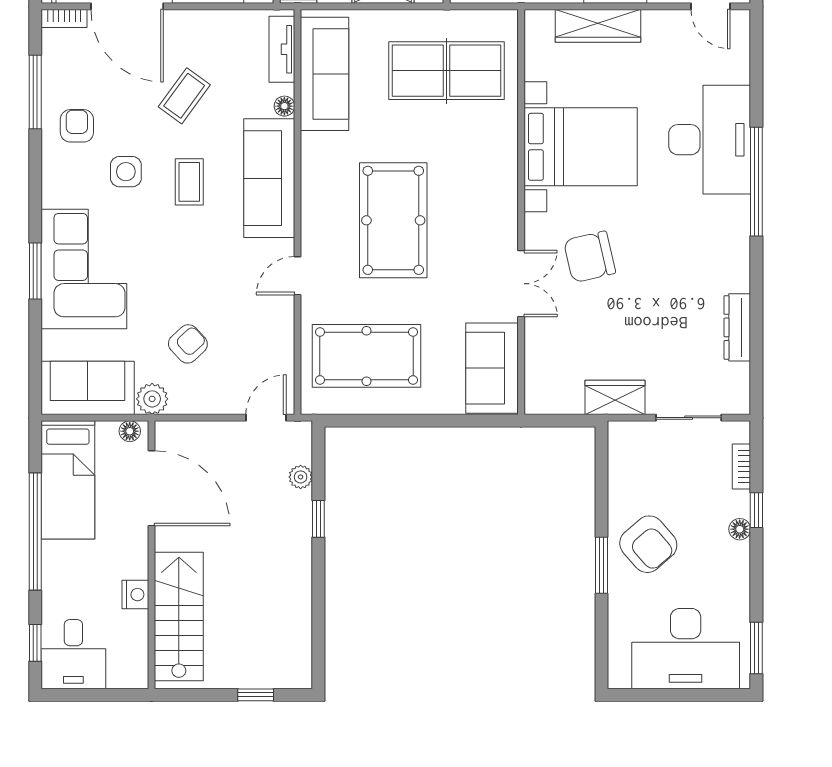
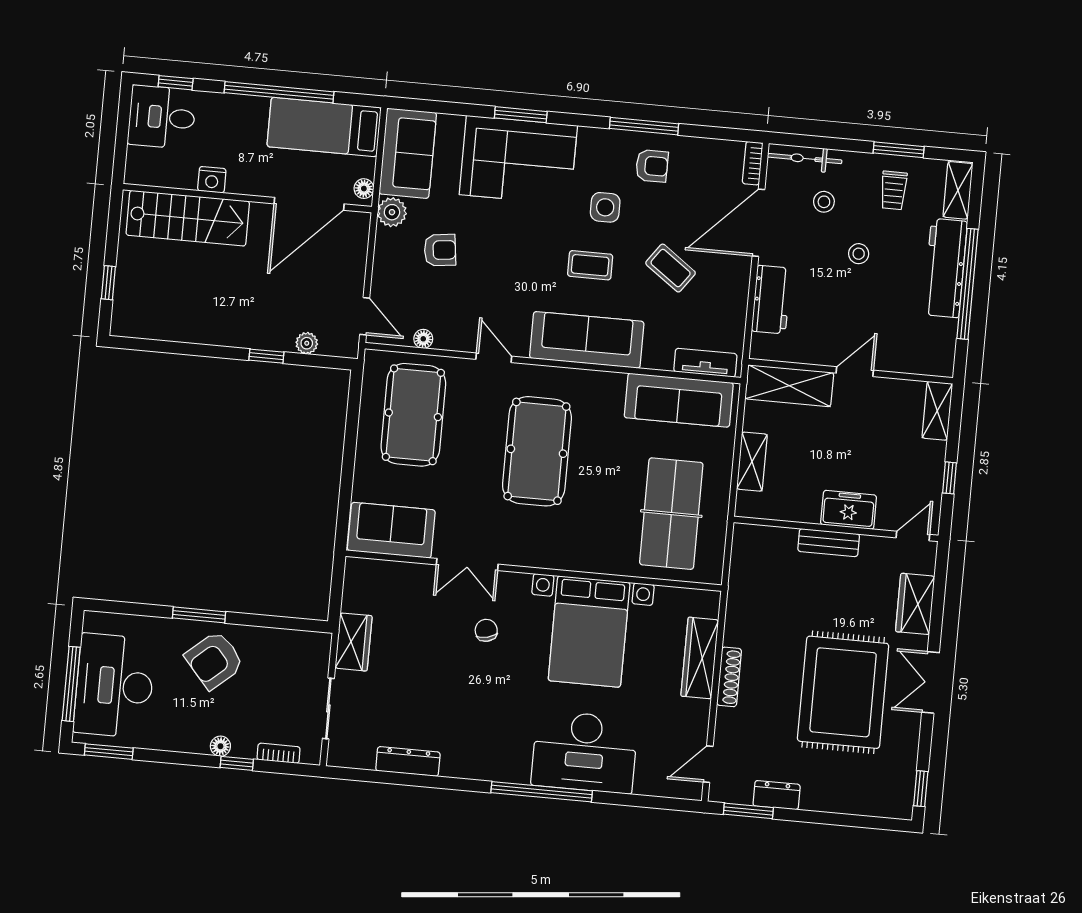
window: (35, 92) -> (644, 126), moved
floor lamp: (284, 106) -> (423, 339), moved
pool table: (393, 220) -> (537, 451), turned 90
chair: (590, 257) -> (486, 630), width x0.54, depth x0.54
armchair: (188, 344) -> (440, 250), turned -54
window: (688, 695) -> (71, 684), added

